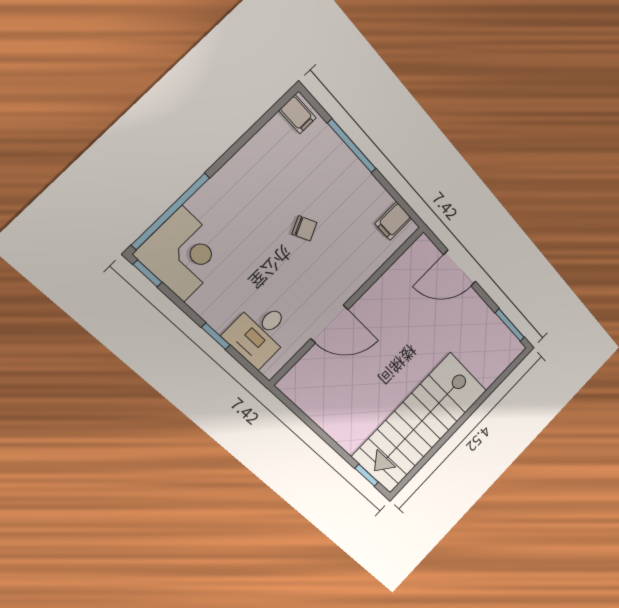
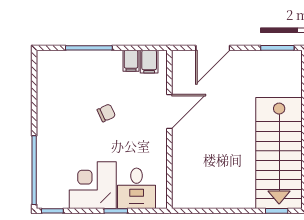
filing cabinet: (297, 114) -> (131, 61), moved, turned 90
corner desk: (183, 254) -> (93, 185), moved, turned -90
door: (329, 324) -> (169, 112), moved

